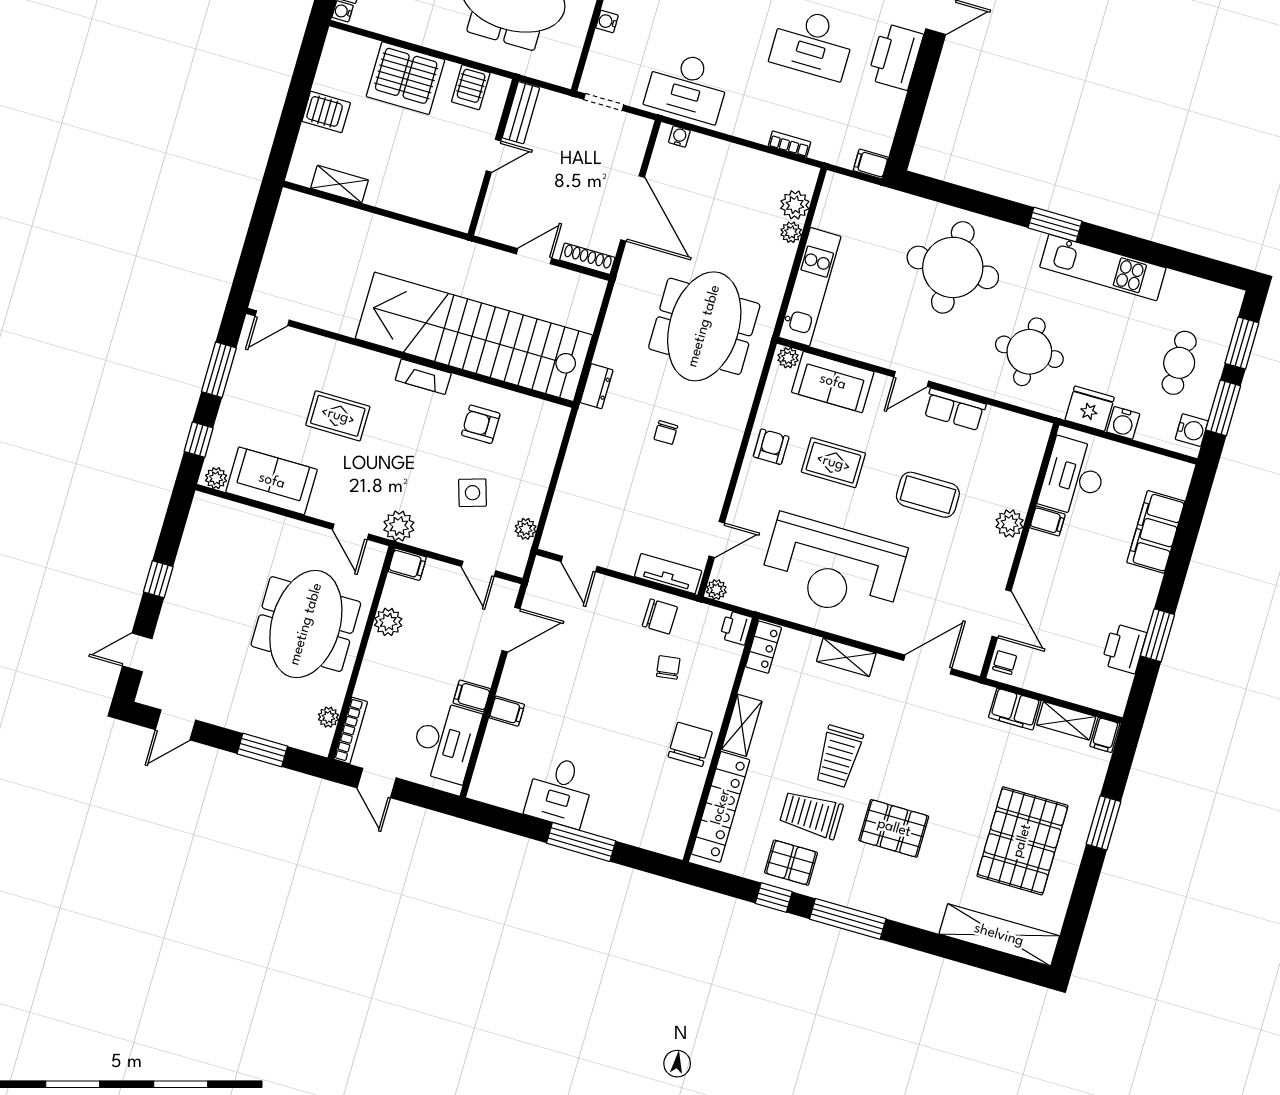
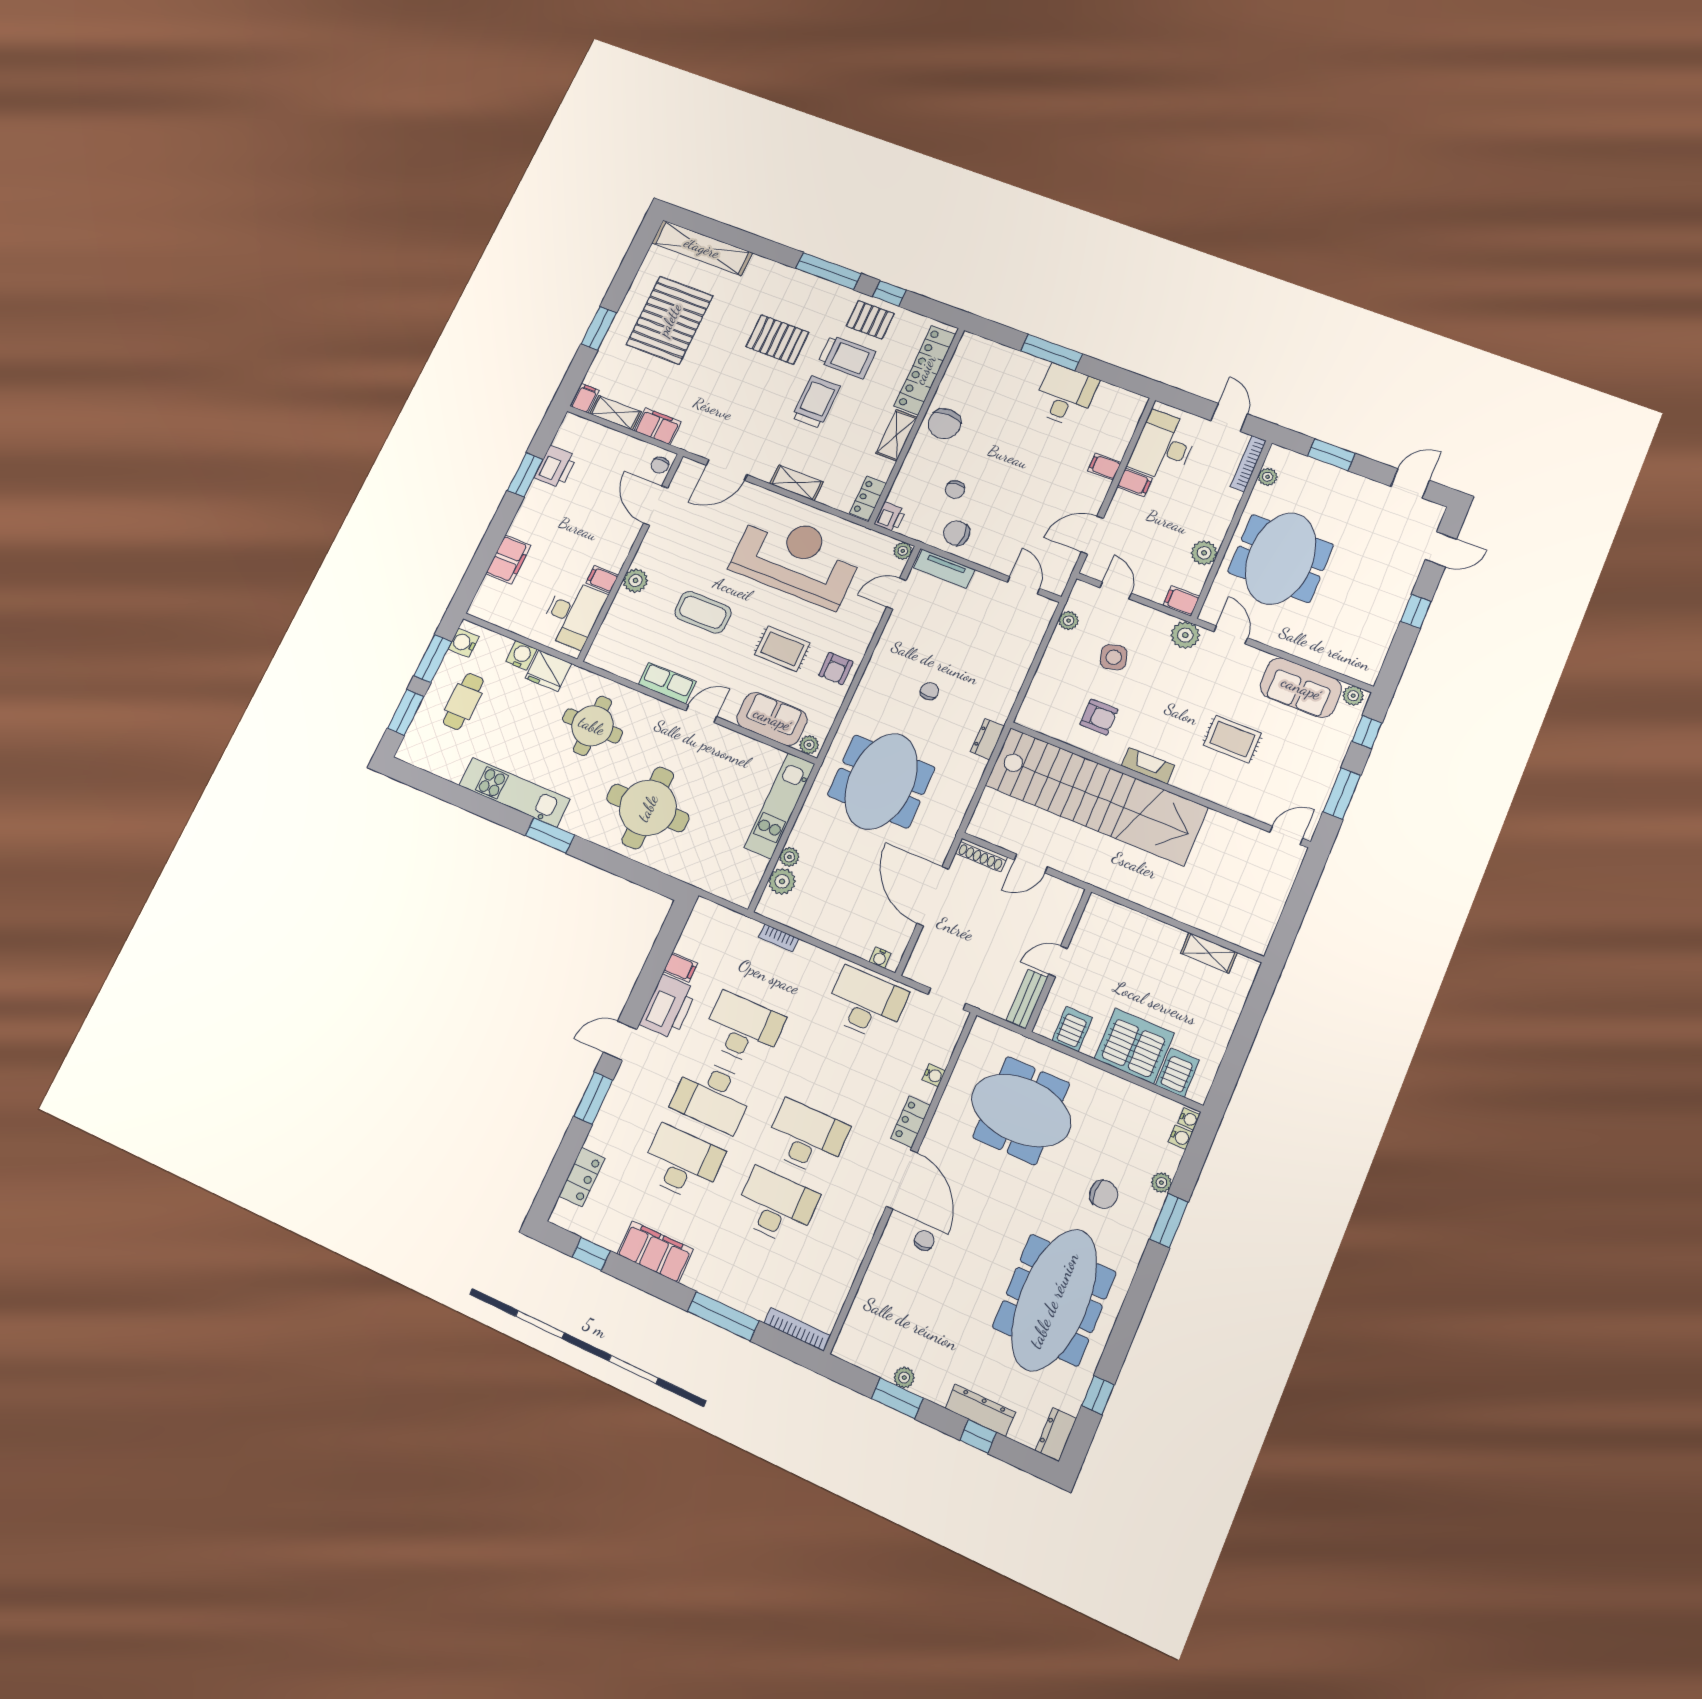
server rack: (326, 112) -> (1177, 1073), moved, turned 90
filing cabinet: (871, 164) -> (680, 967), moved
filing cabinet: (1156, 532) -> (508, 559), width x0.67, depth x0.86

